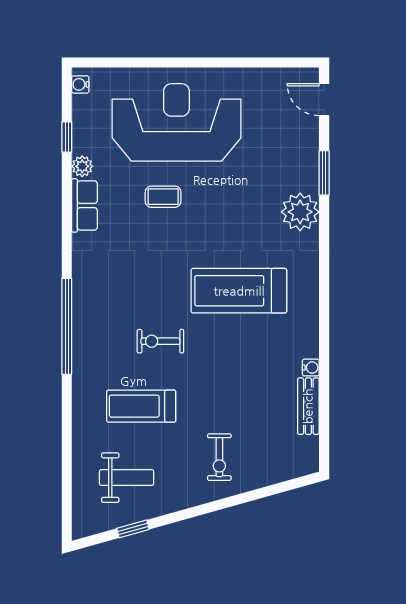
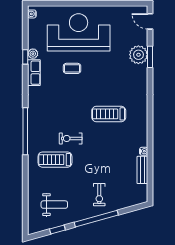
window: (67, 137) -> (25, 57), moved
plant: (300, 212) -> (138, 55), moved
treadmill: (239, 291) -> (109, 114), width x0.73, depth x0.73
treadmill: (141, 406) -> (55, 160), moved
window: (213, 507) -> (96, 219), added

